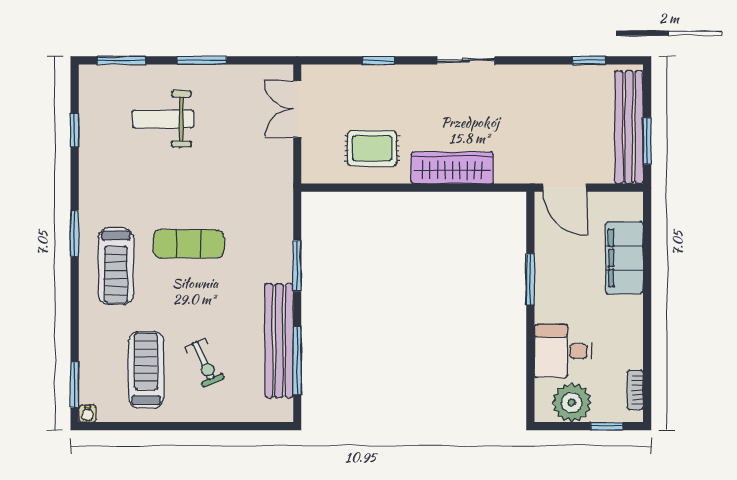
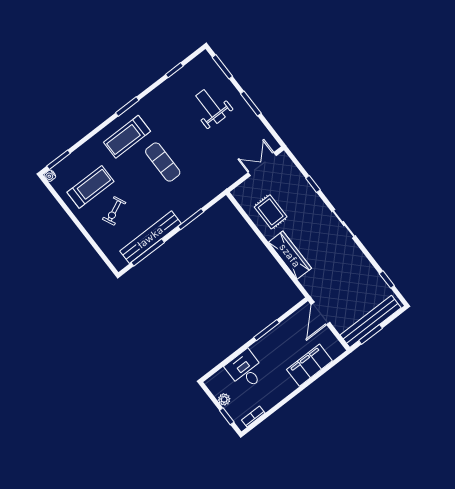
plant: (572, 403) -> (224, 399), width x0.53, depth x0.53

